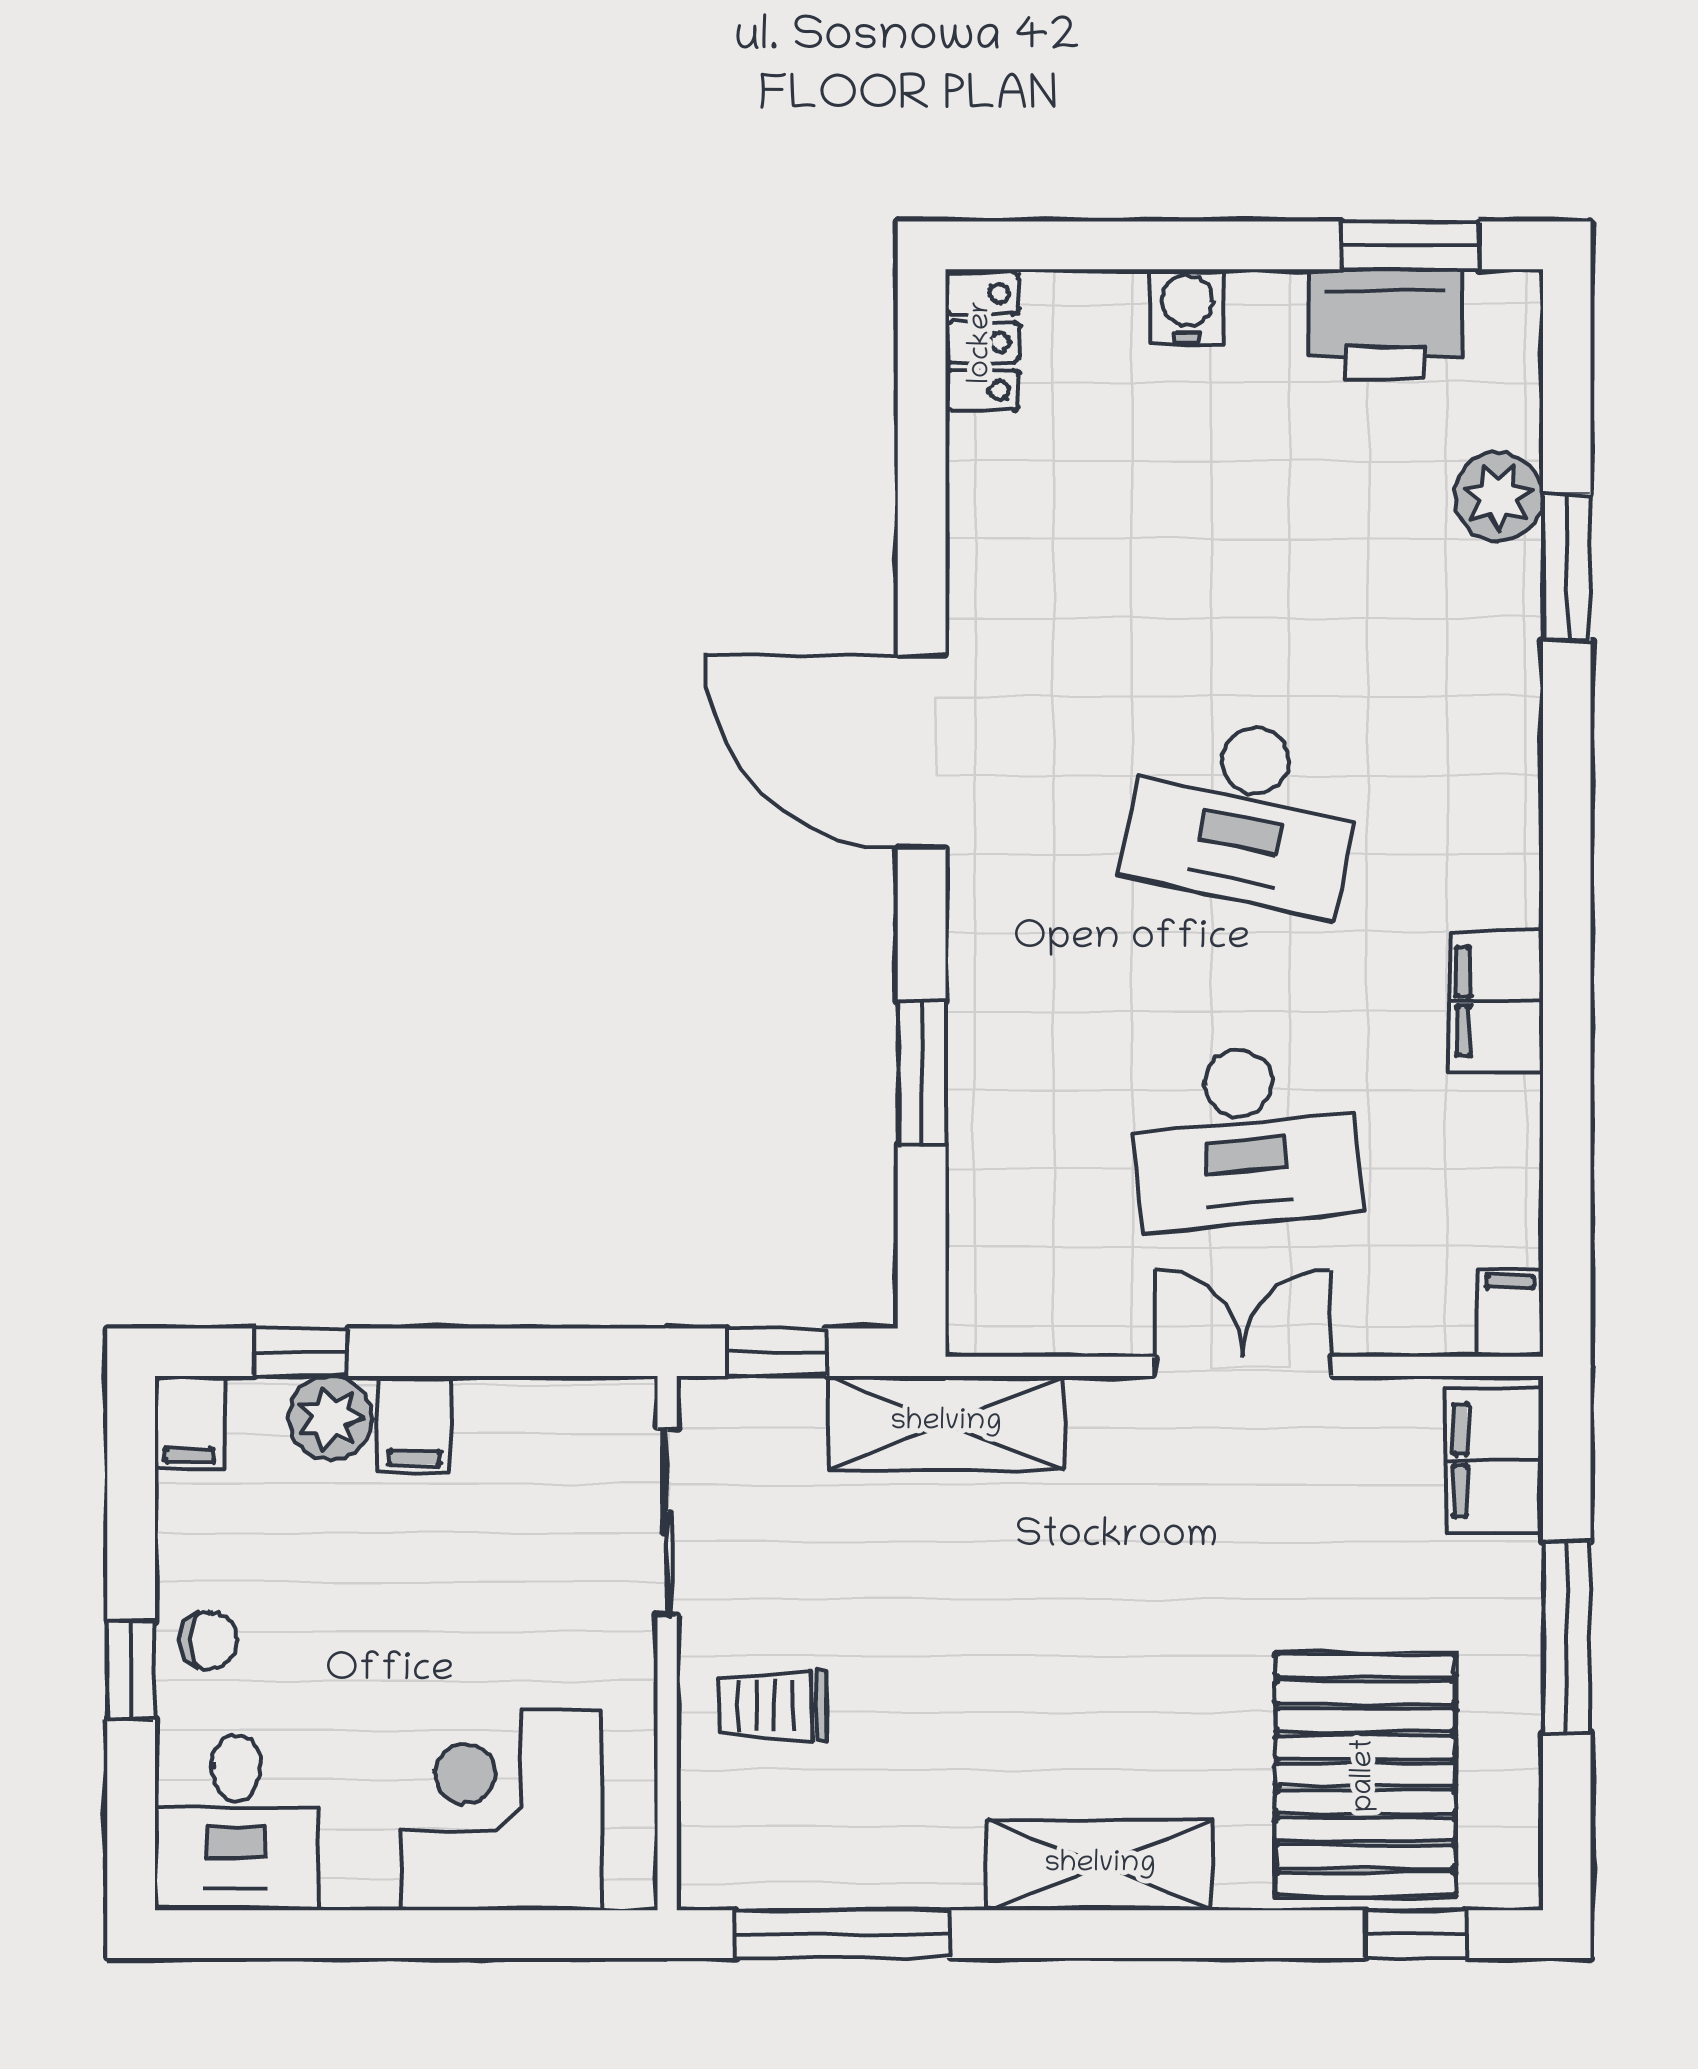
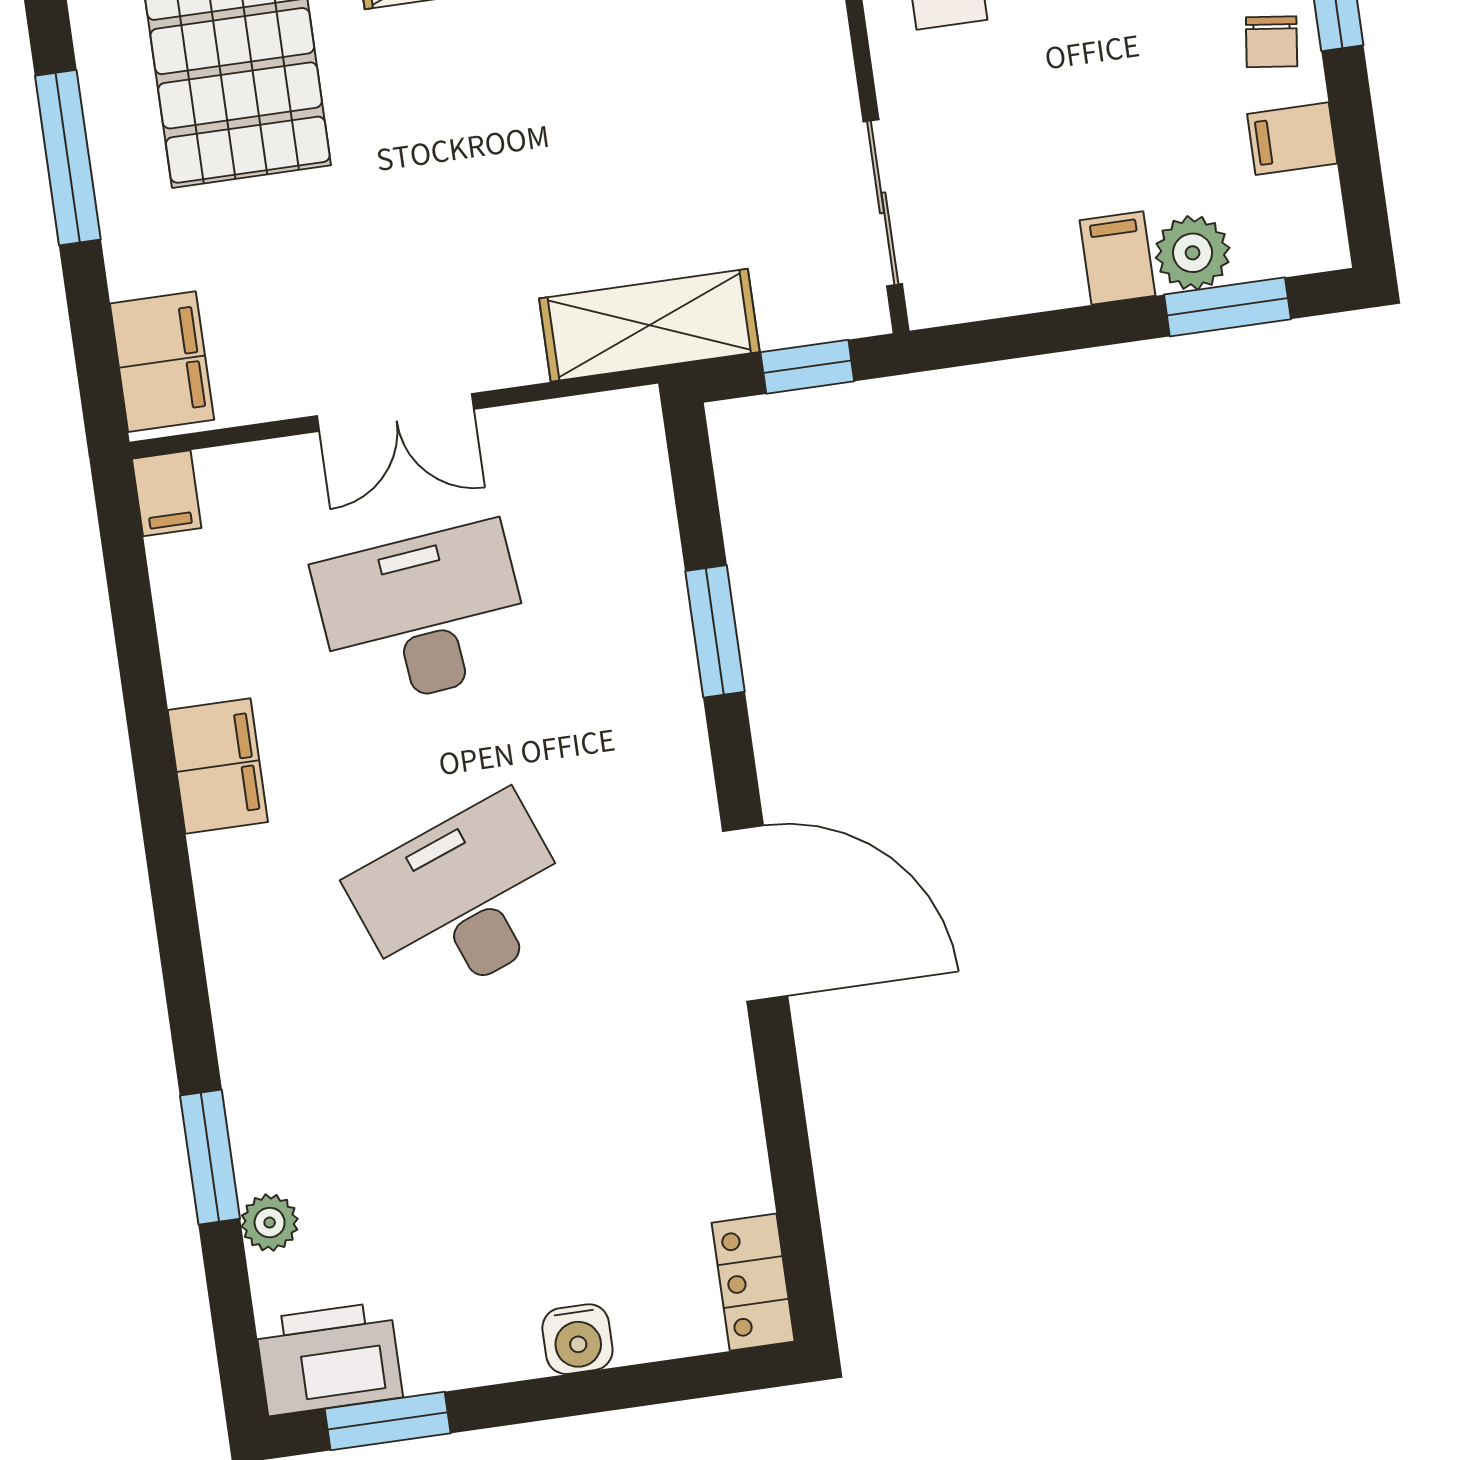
printer: (1385, 324) -> (329, 1359), moved
plant: (1499, 497) -> (270, 1223), width x0.73, depth x0.73
desk: (1244, 813) -> (463, 900), turned -33
window: (300, 1352) -> (1227, 307), width x1.50
filing cabinet: (190, 1422) -> (1292, 139), moved, turned -90
window: (1567, 1637) -> (68, 158), moved
chair: (209, 1640) -> (1272, 42), turned -83
trolley: (772, 1706) -> (767, 55), removed

